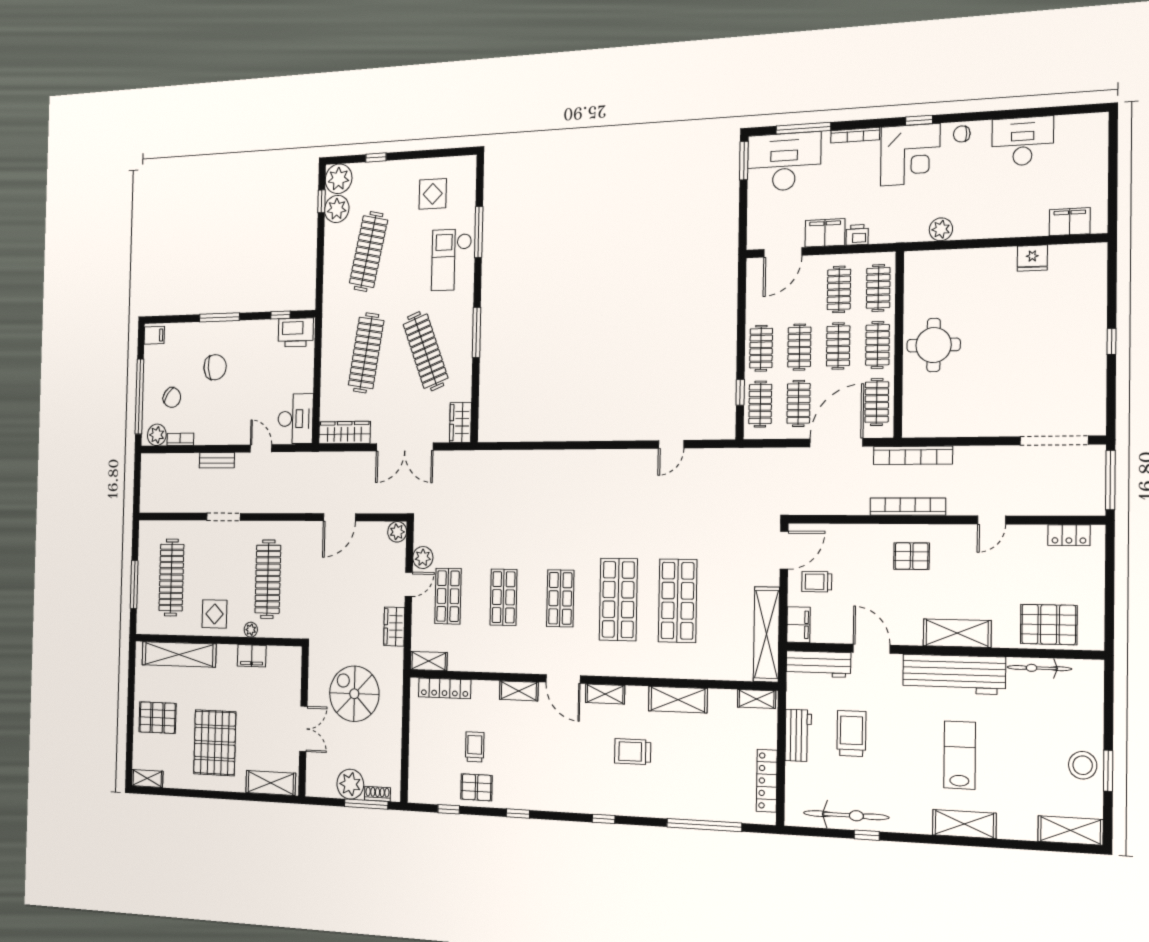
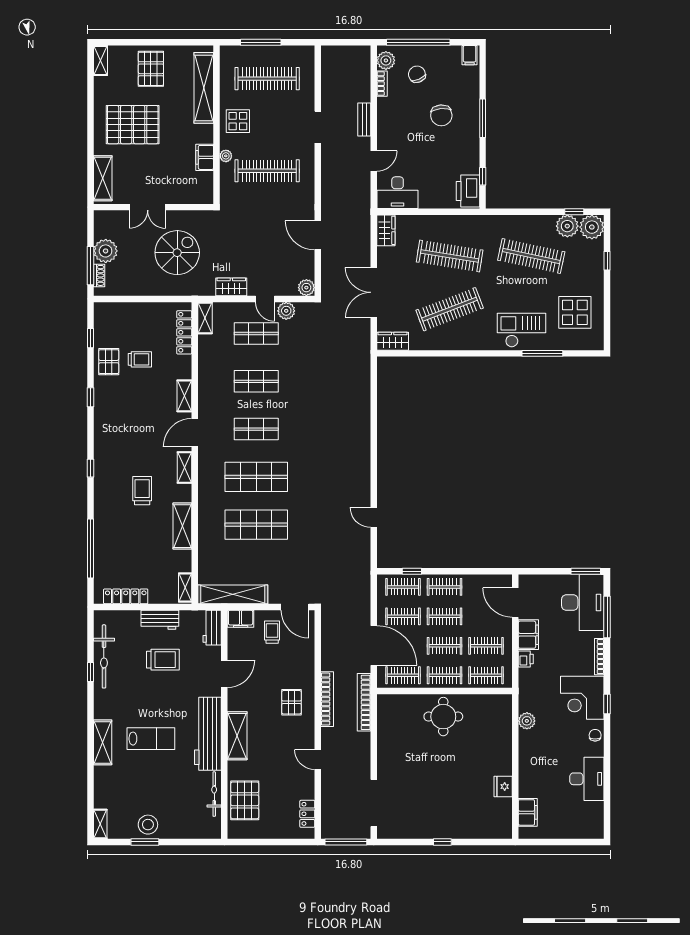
display table: (433, 194) -> (575, 312), width x1.36, depth x1.36
window: (477, 332) -> (463, 353), removed
chair: (172, 397) -> (417, 74), turned 121
wardrobe: (344, 433) -> (386, 230), width x0.67
workbench: (818, 664) -> (212, 628), width x0.73
shelving: (1070, 830) -> (100, 824), width x0.67, depth x0.75

